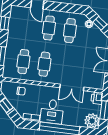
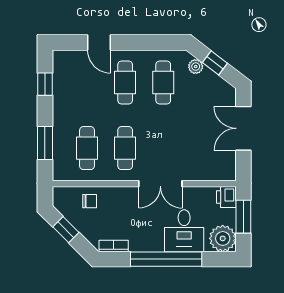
double door: (72, 87) -> (160, 184), moved
desk: (52, 111) -> (184, 231), moved

